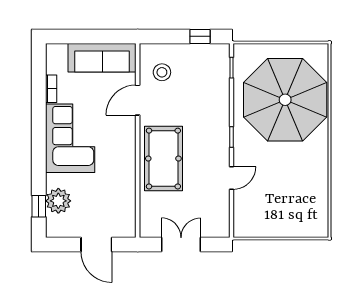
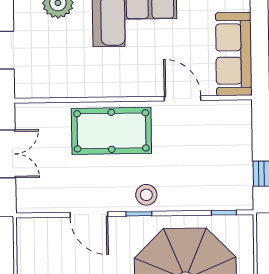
stool: (162, 72) -> (146, 195), moved
door: (231, 178) -> (89, 215), width x1.38

